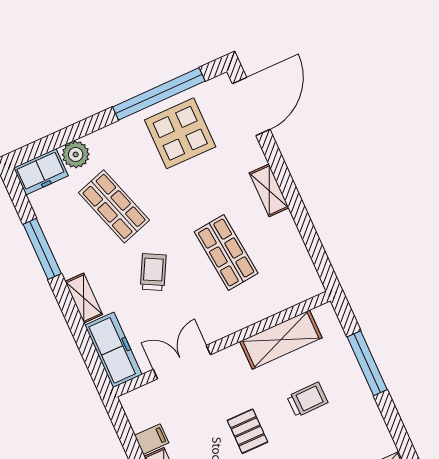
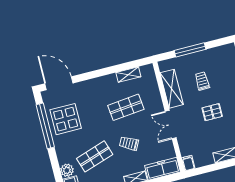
shelving: (269, 190) -> (128, 75), moved
double door: (182, 362) -> (171, 125), moved
filing cabinet: (152, 439) -> (188, 163), moved

